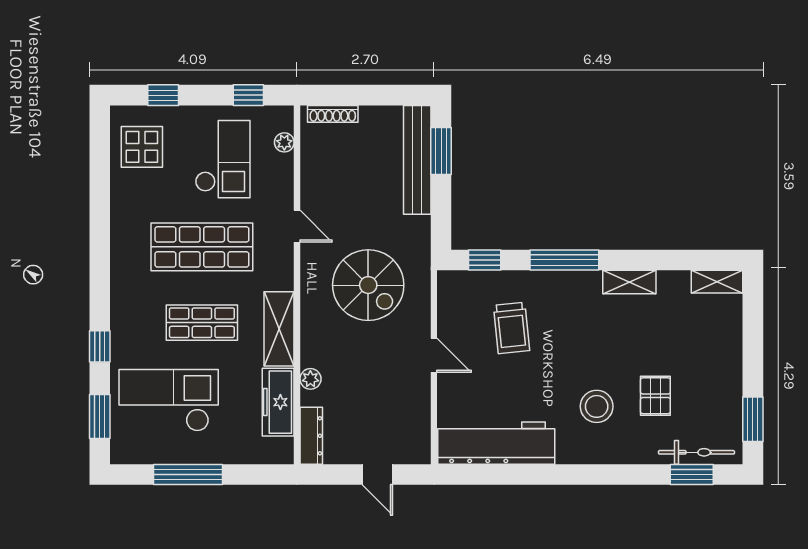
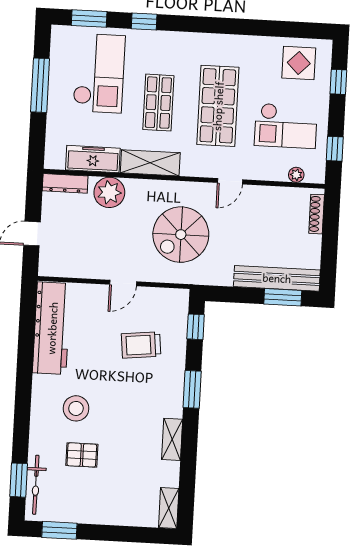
window: (564, 260) -> (192, 389), width x0.69
plant: (310, 379) -> (109, 192), width x1.88, depth x1.88

